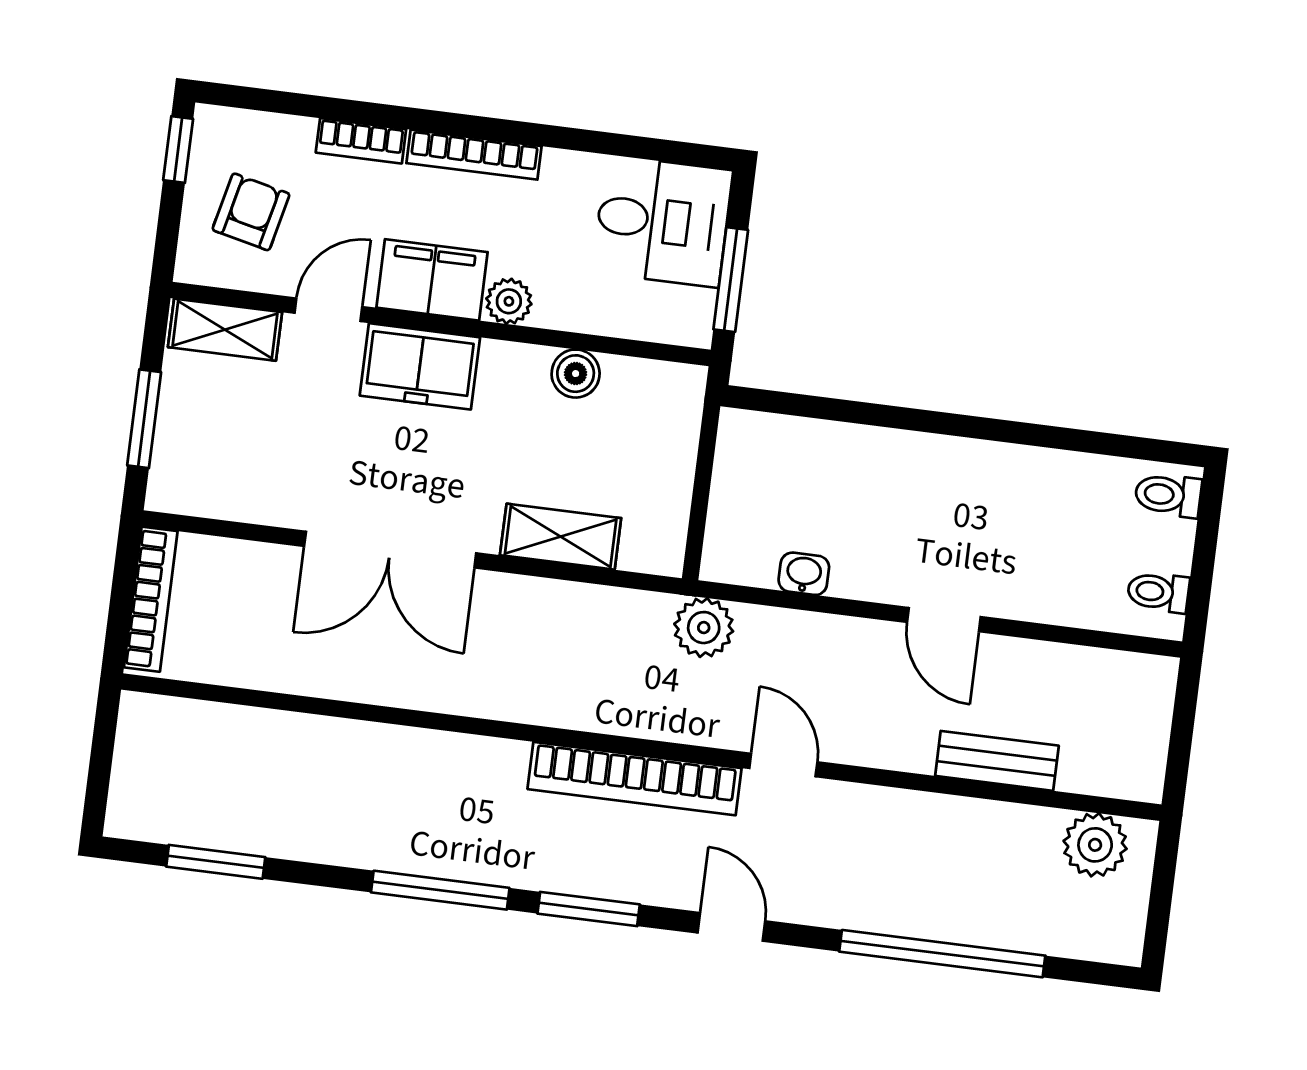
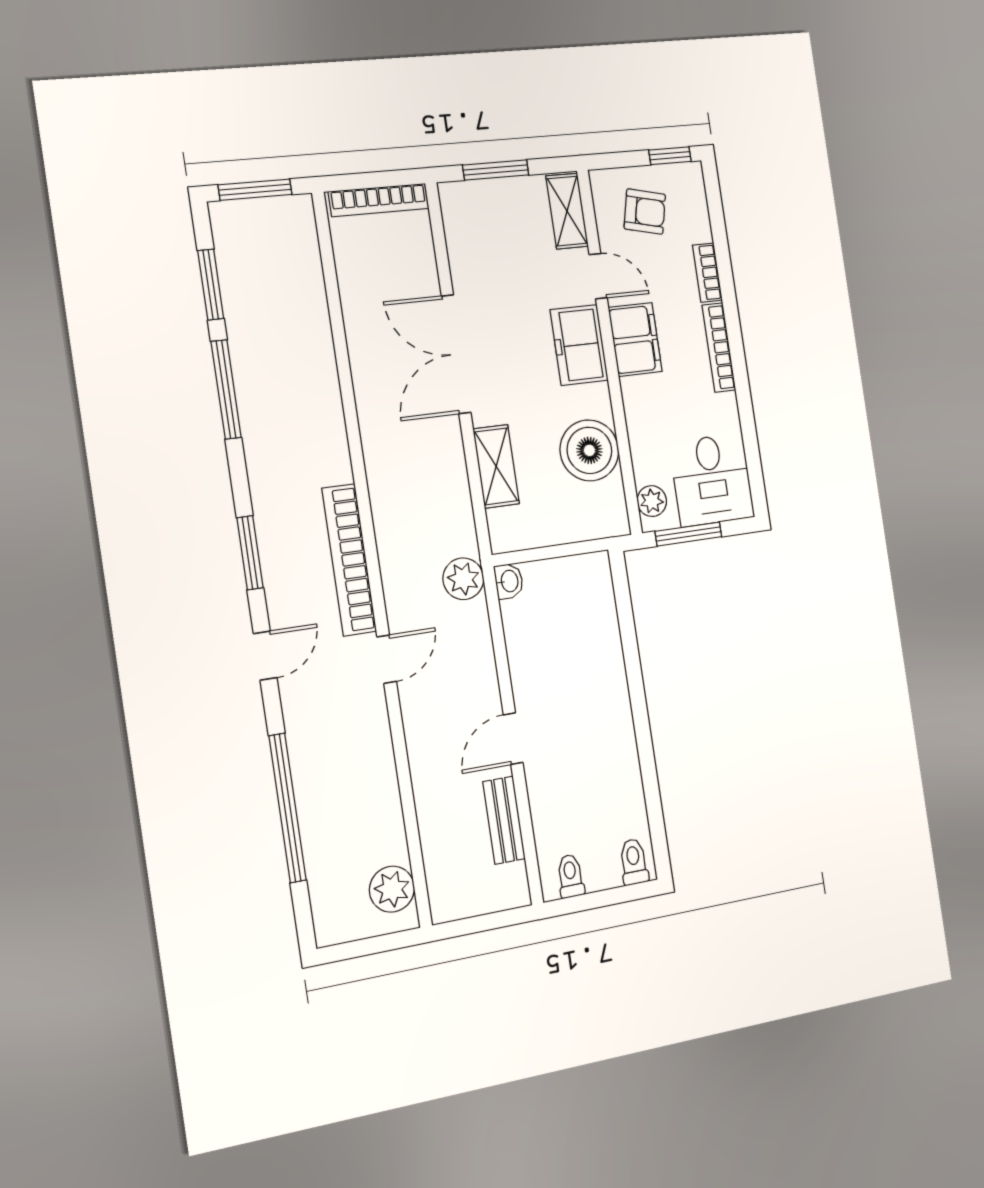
plant: (509, 301) -> (652, 501), moved
boiler: (576, 374) -> (589, 450), width x1.86, depth x1.86
washbasin: (804, 574) -> (509, 581), moved
bench: (997, 761) -> (504, 820), moved
window: (100, 766) -> (255, 190), added
window: (440, 890) -> (226, 389), moved

